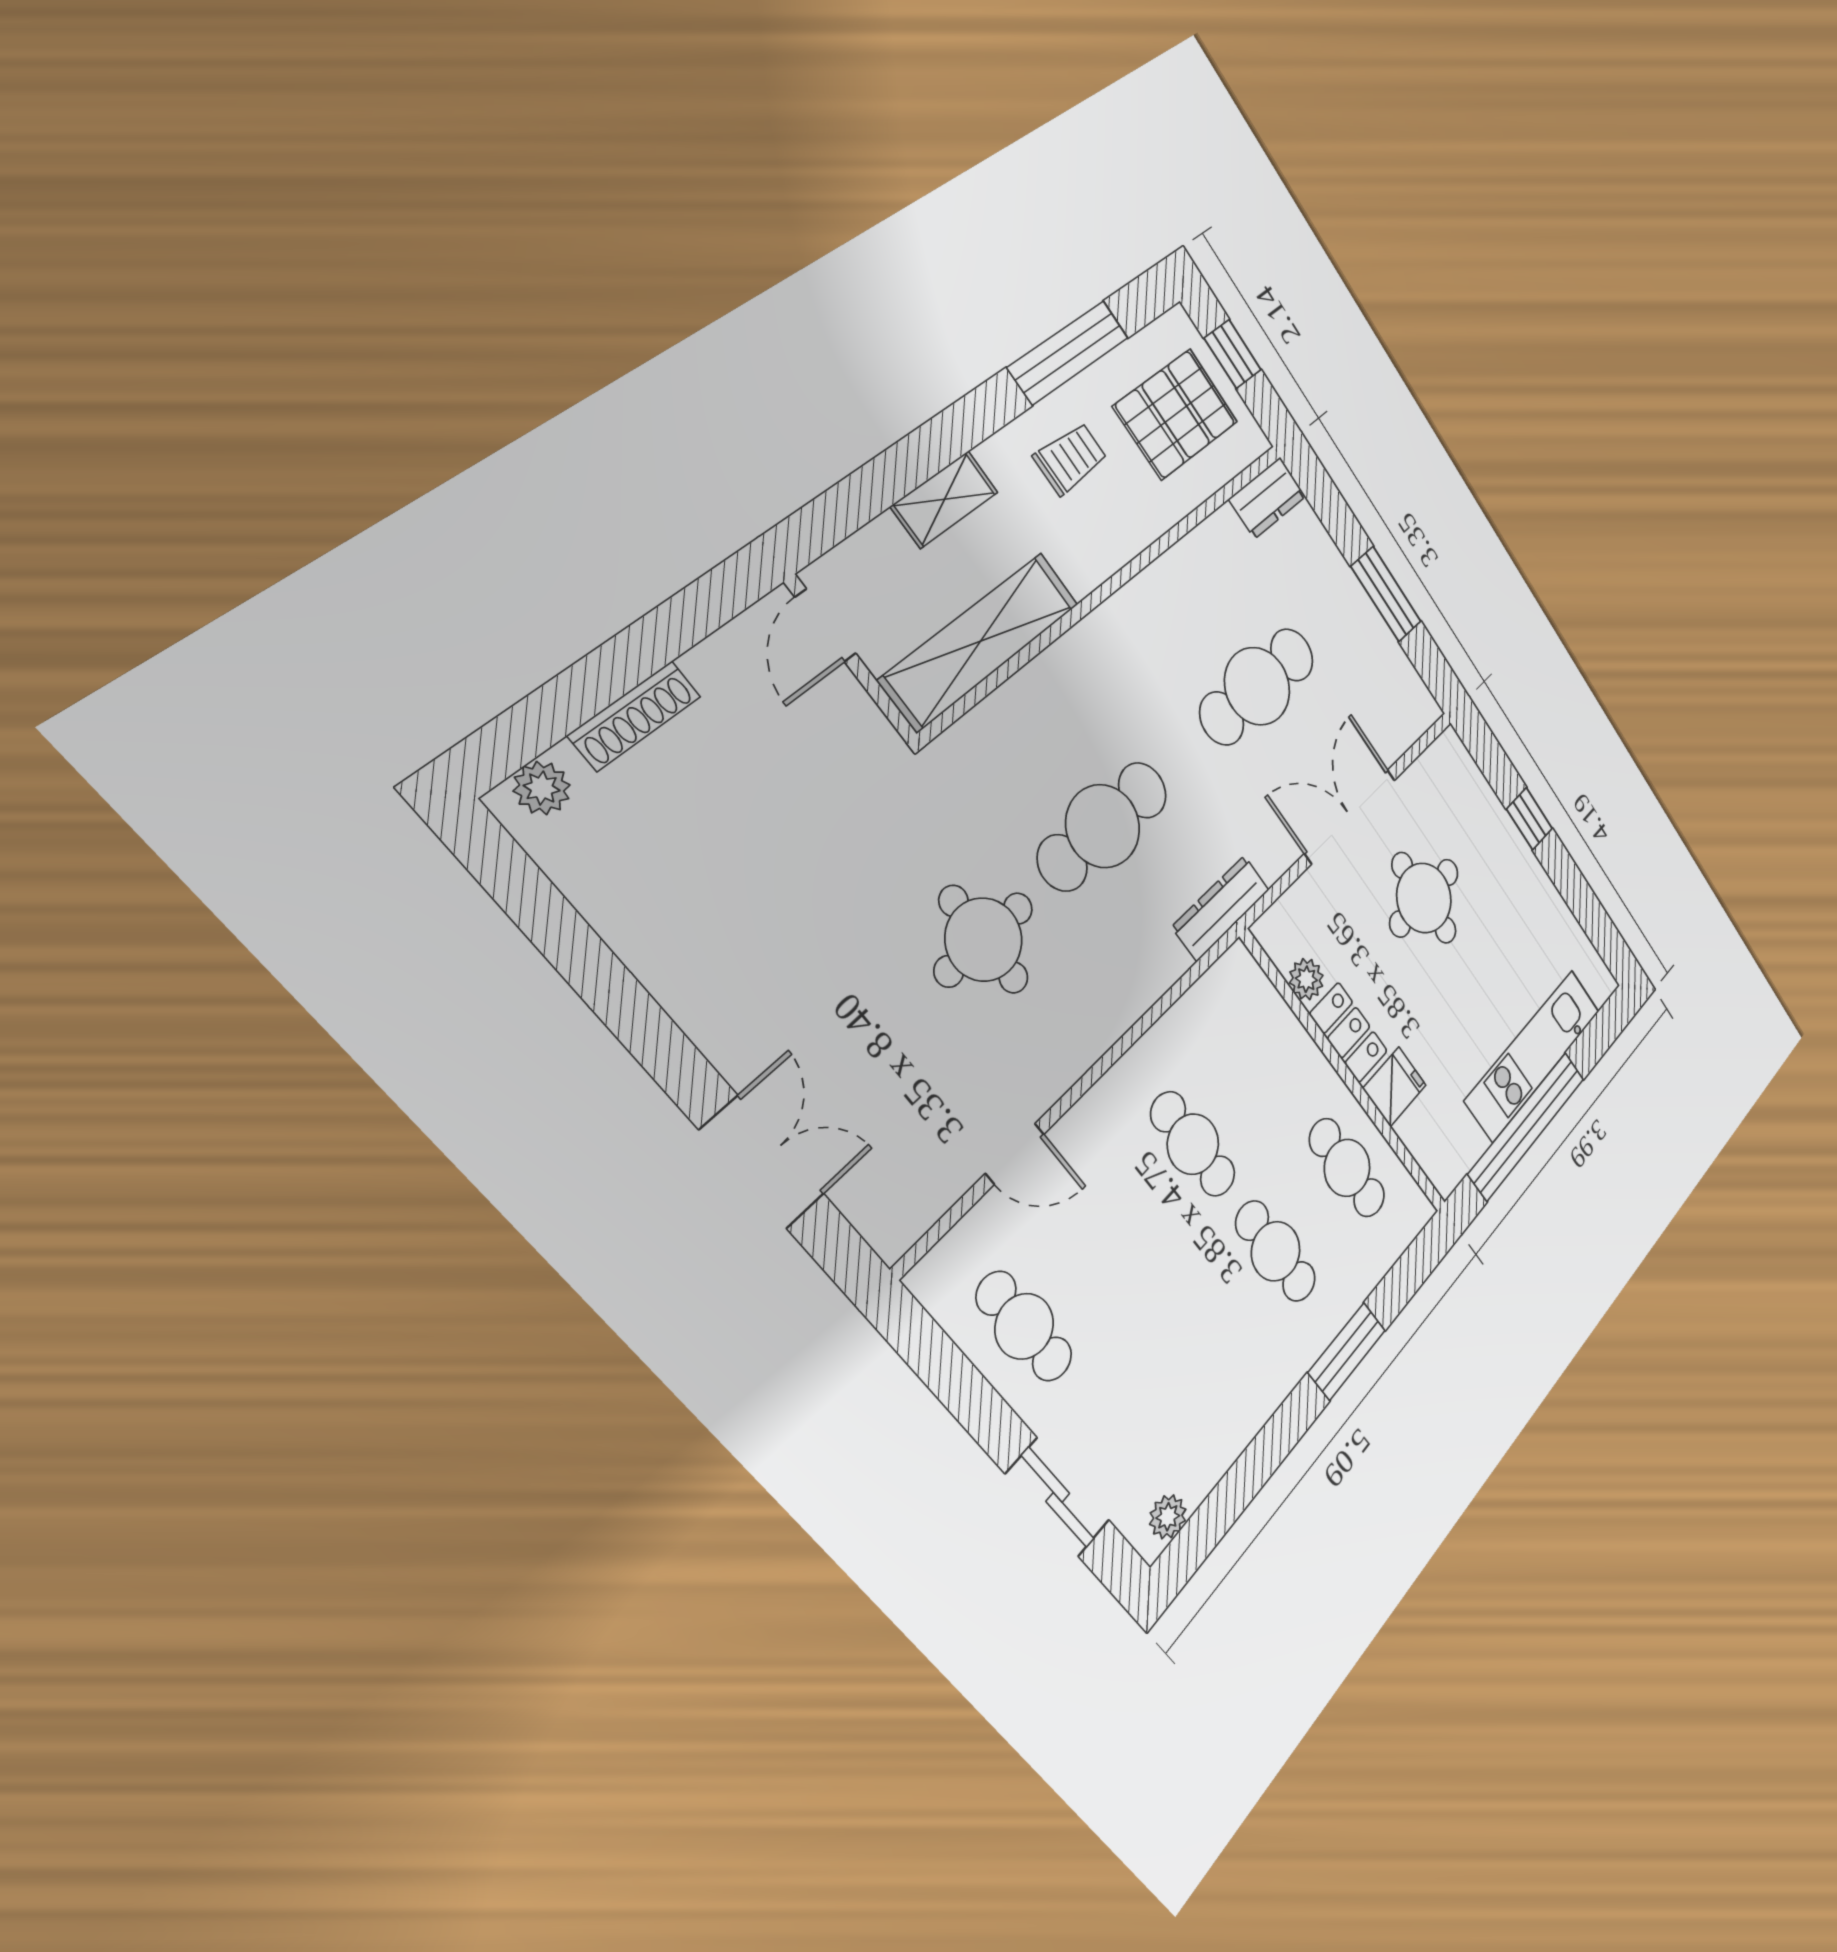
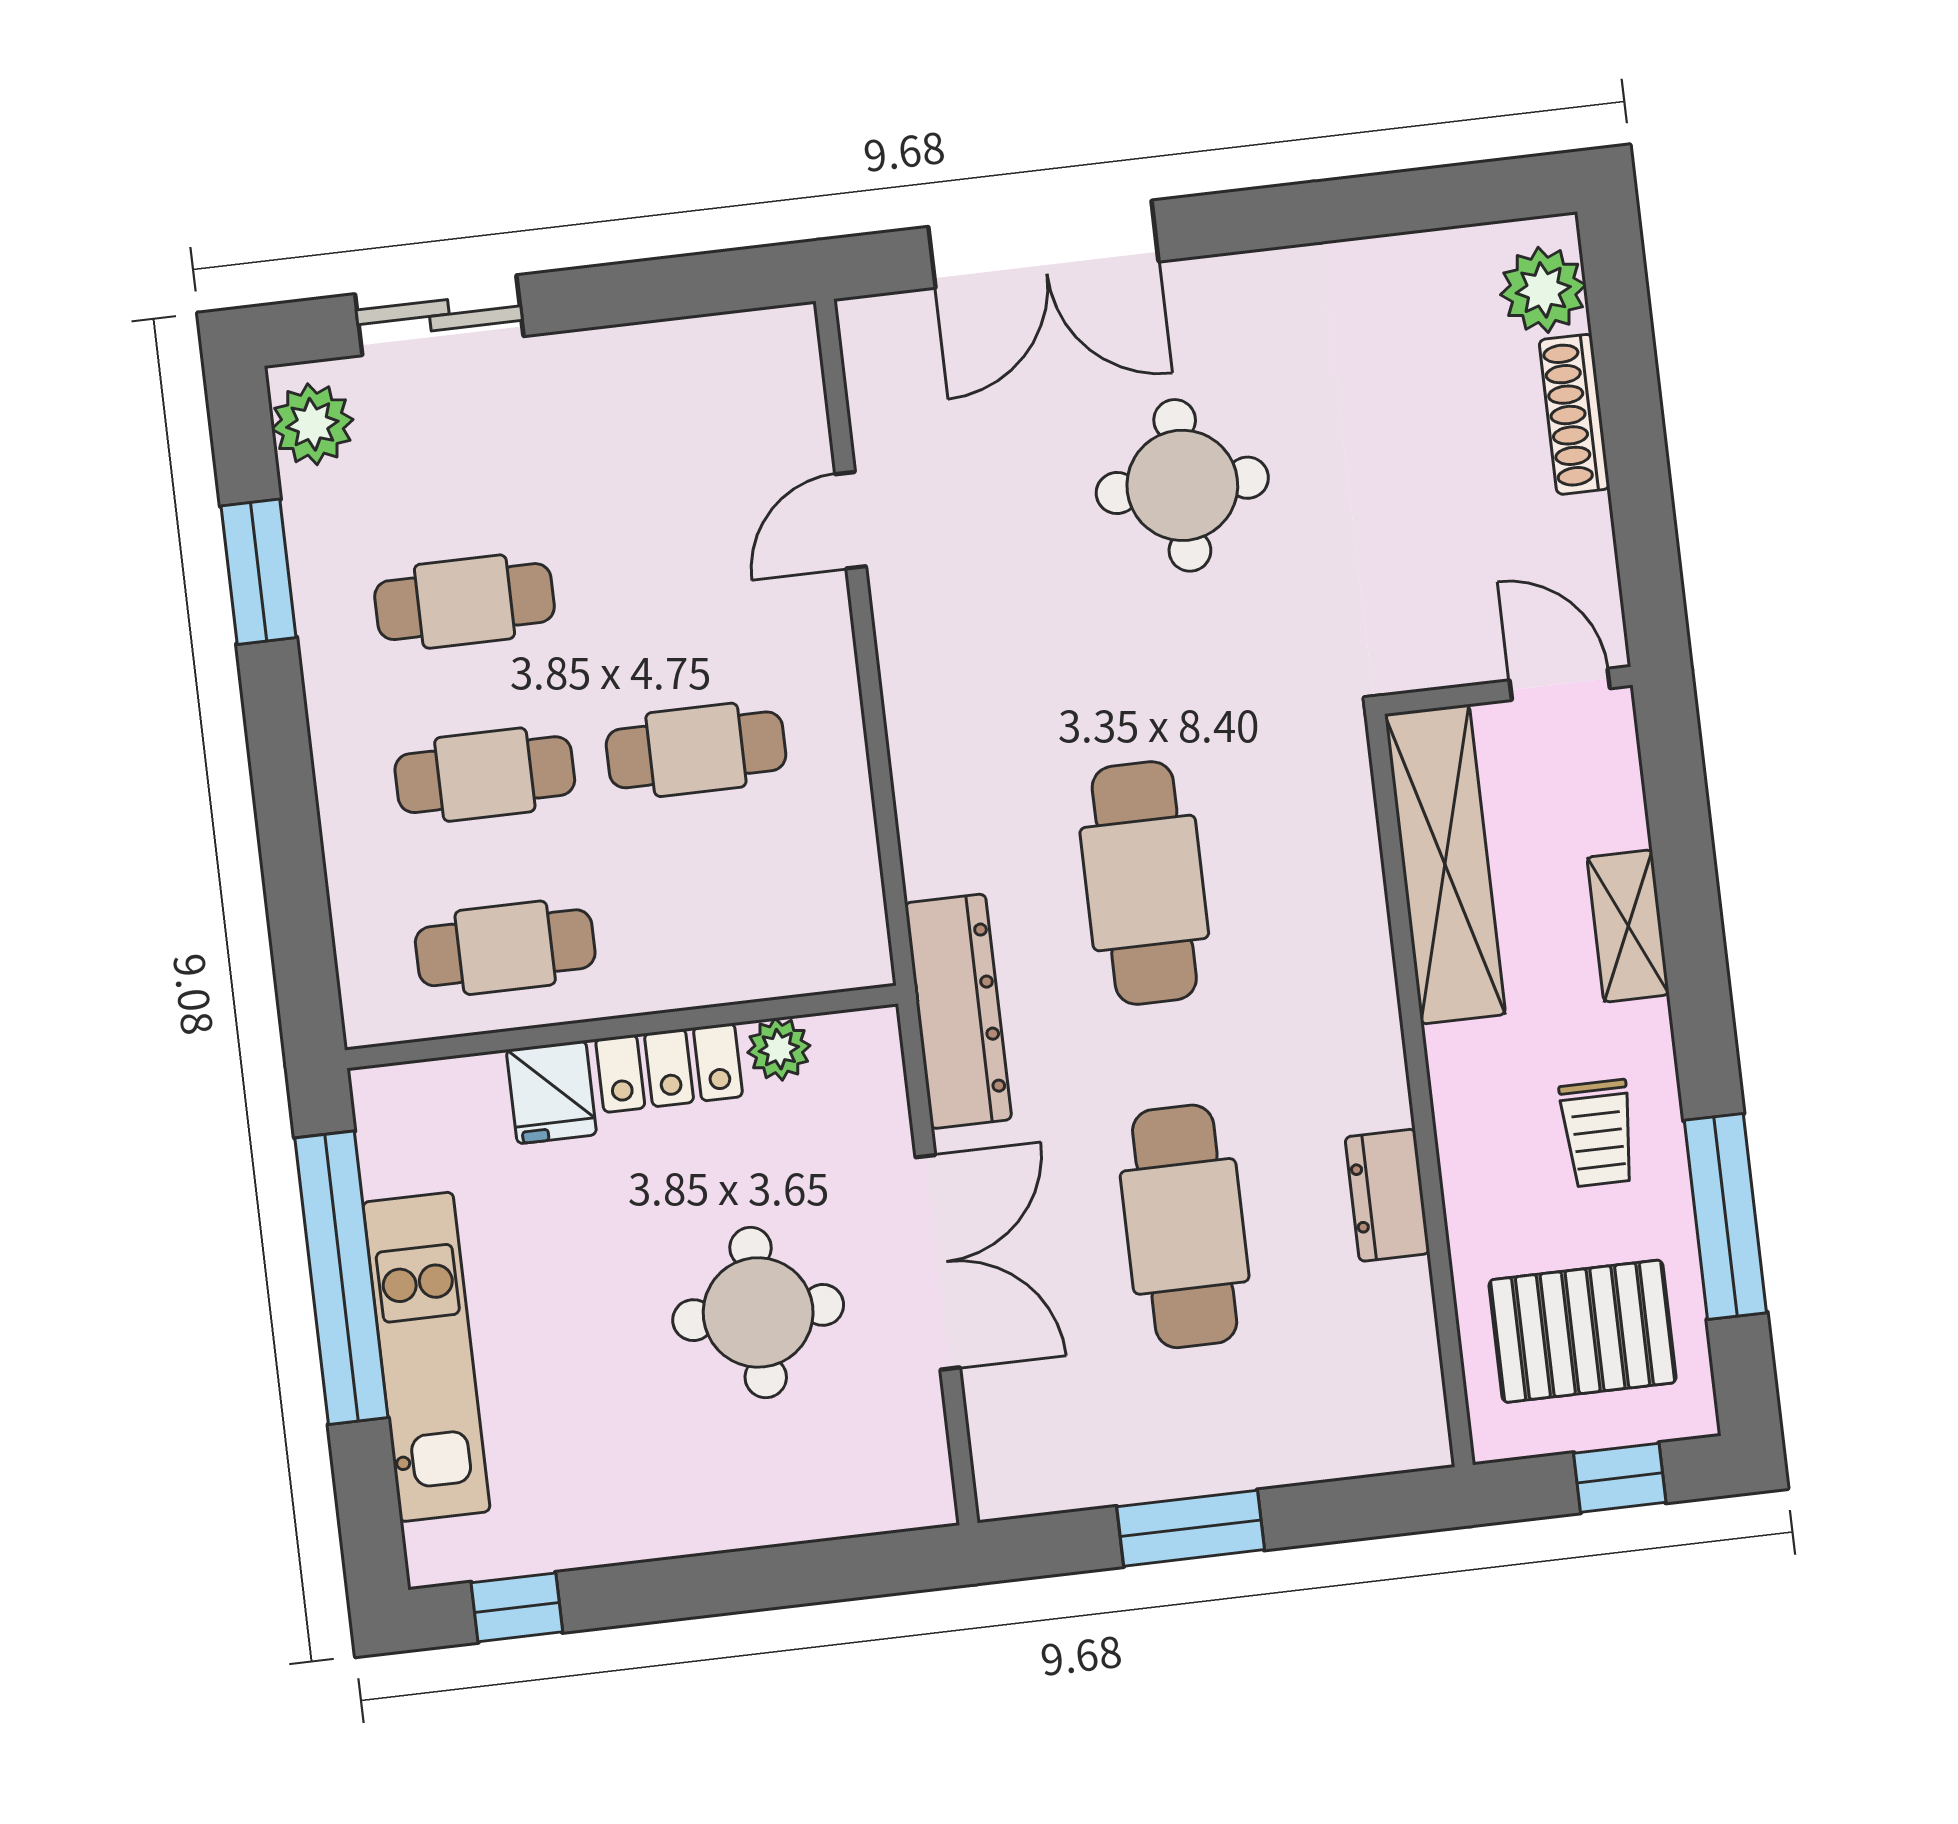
pallet: (1176, 414) -> (1583, 1331), turned 90
dresser: (1267, 498) -> (1387, 1195), moved
plant: (542, 788) -> (1543, 290), width x1.38, depth x1.38
window: (1529, 819) -> (517, 1607), moved
dresser: (1221, 908) -> (958, 1011), width x1.37, depth x1.24
round table: (984, 940) -> (1182, 485), moved
double door: (762, 1162) -> (1043, 244), width x1.37
cafe table: (1024, 1326) -> (464, 602), moved
window: (1347, 1351) -> (258, 572), moved
plant: (1168, 1517) -> (312, 424), width x1.38, depth x1.38

